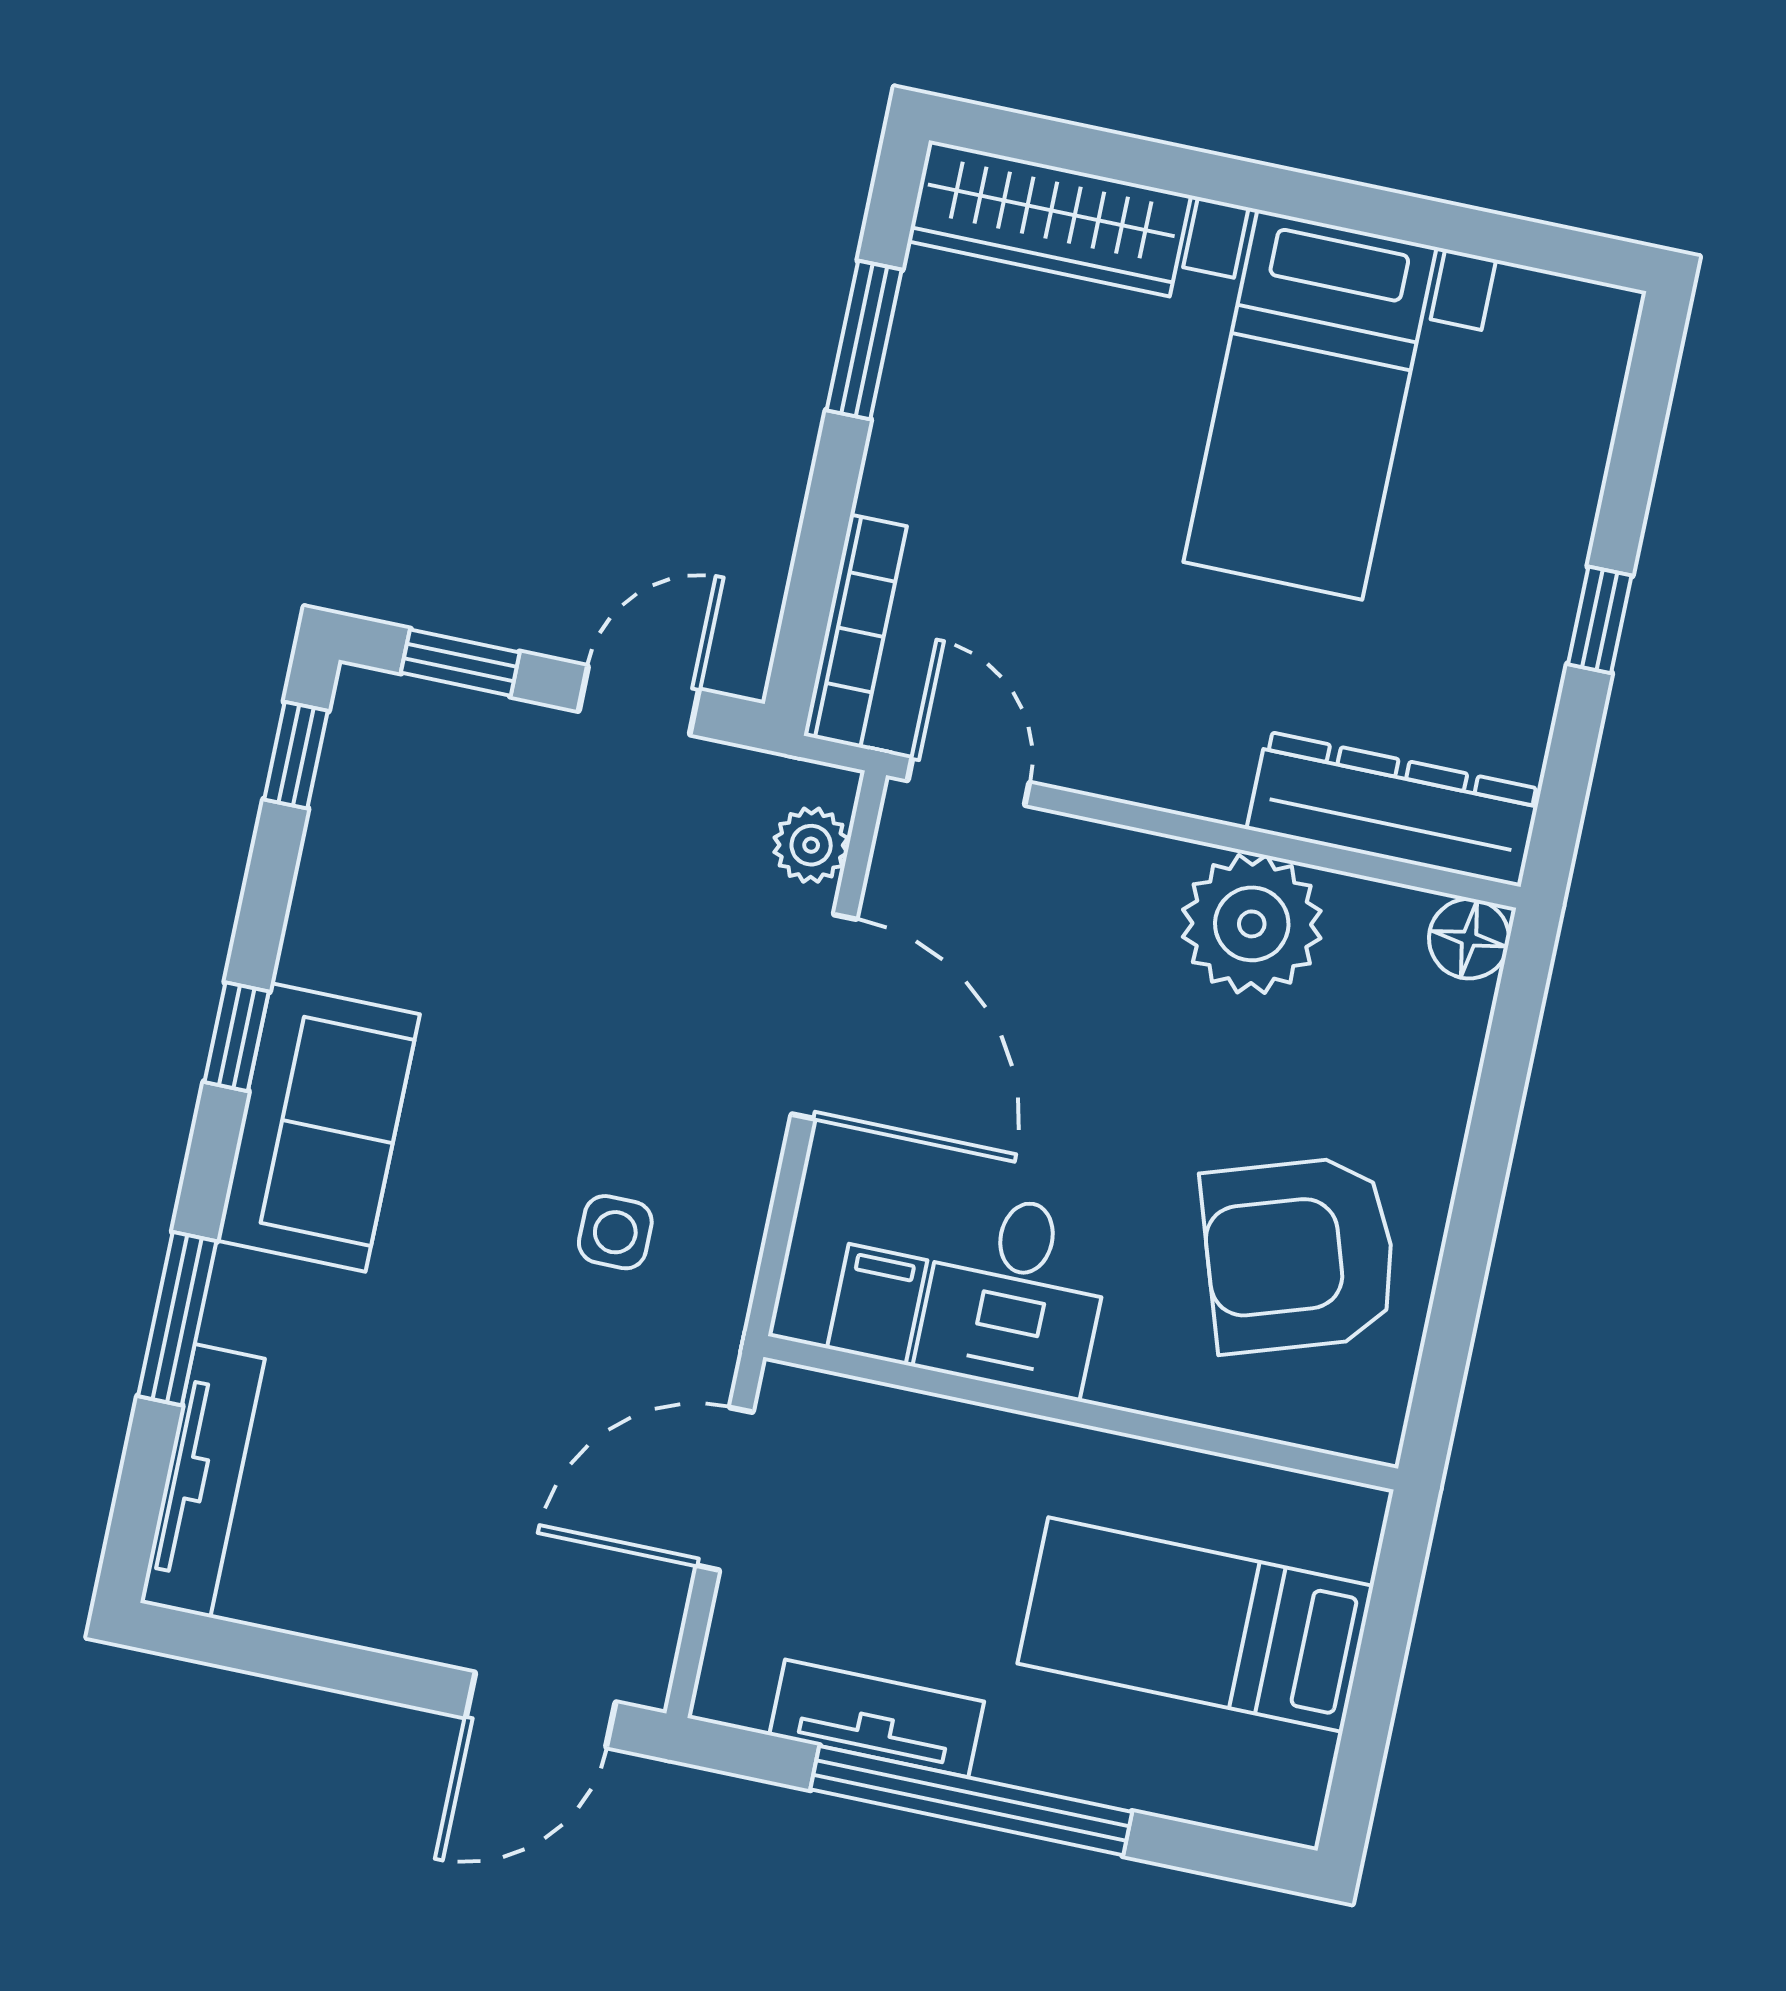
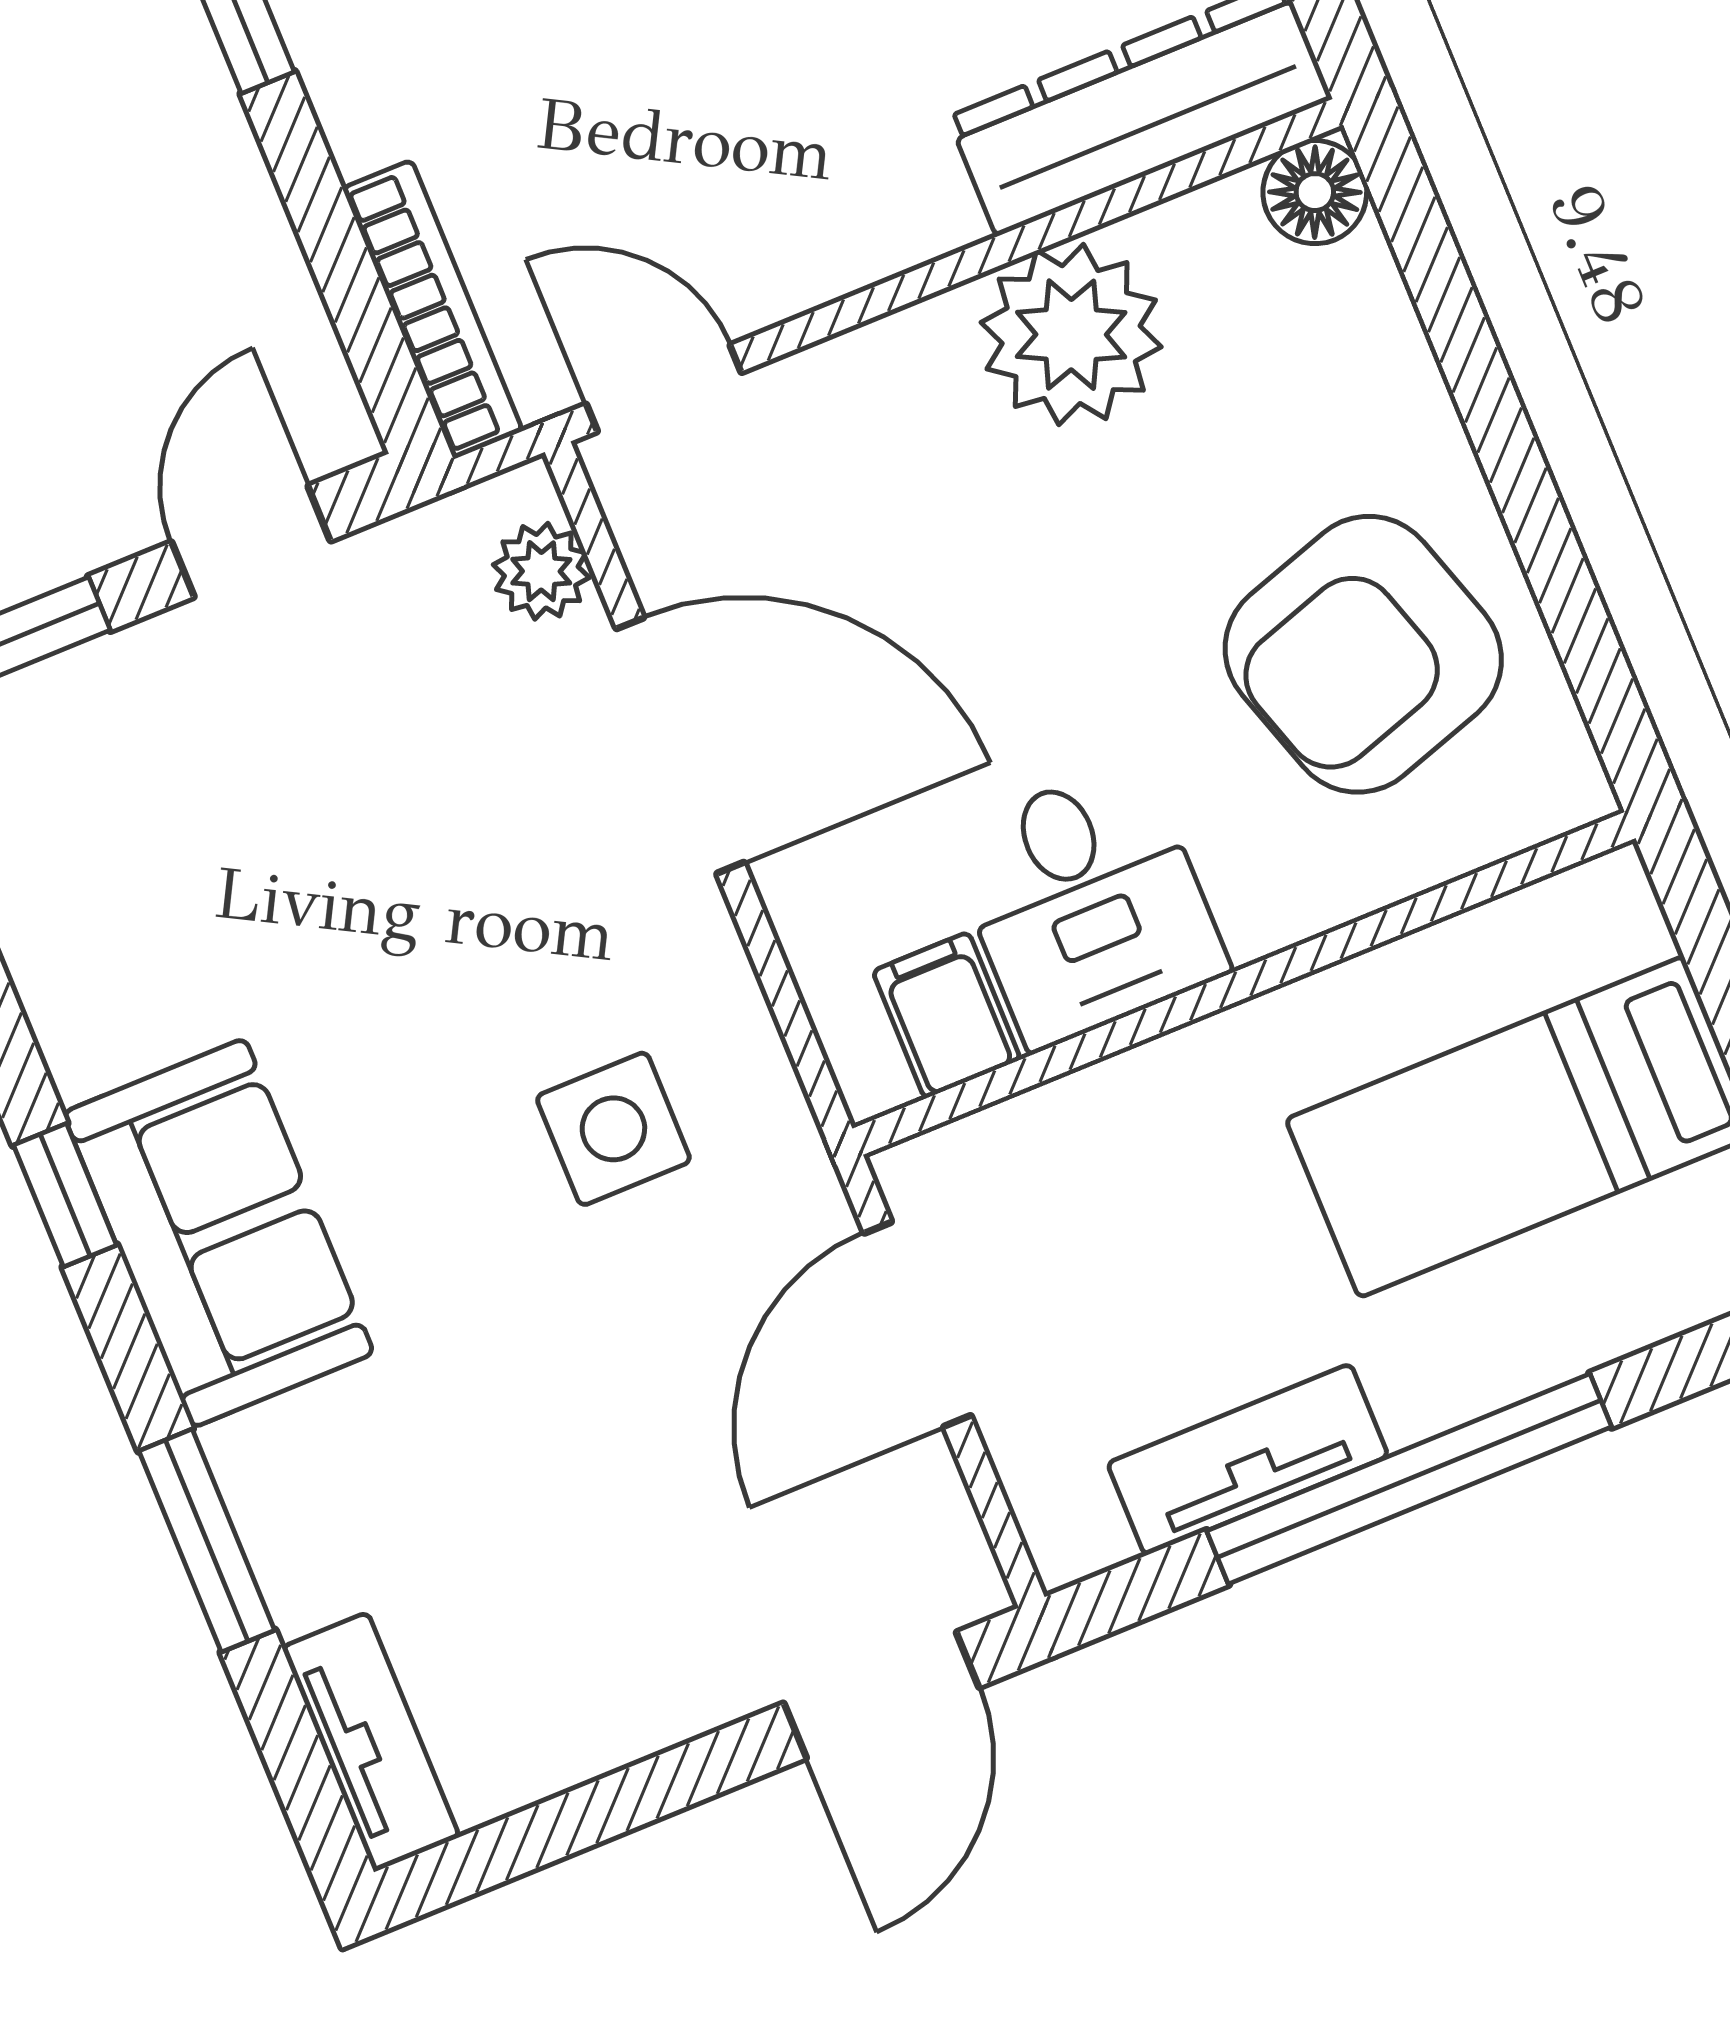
side table: (615, 1232) -> (613, 1129), width x1.37, depth x1.37
tv unit: (202, 1481) -> (371, 1742), width x0.71

